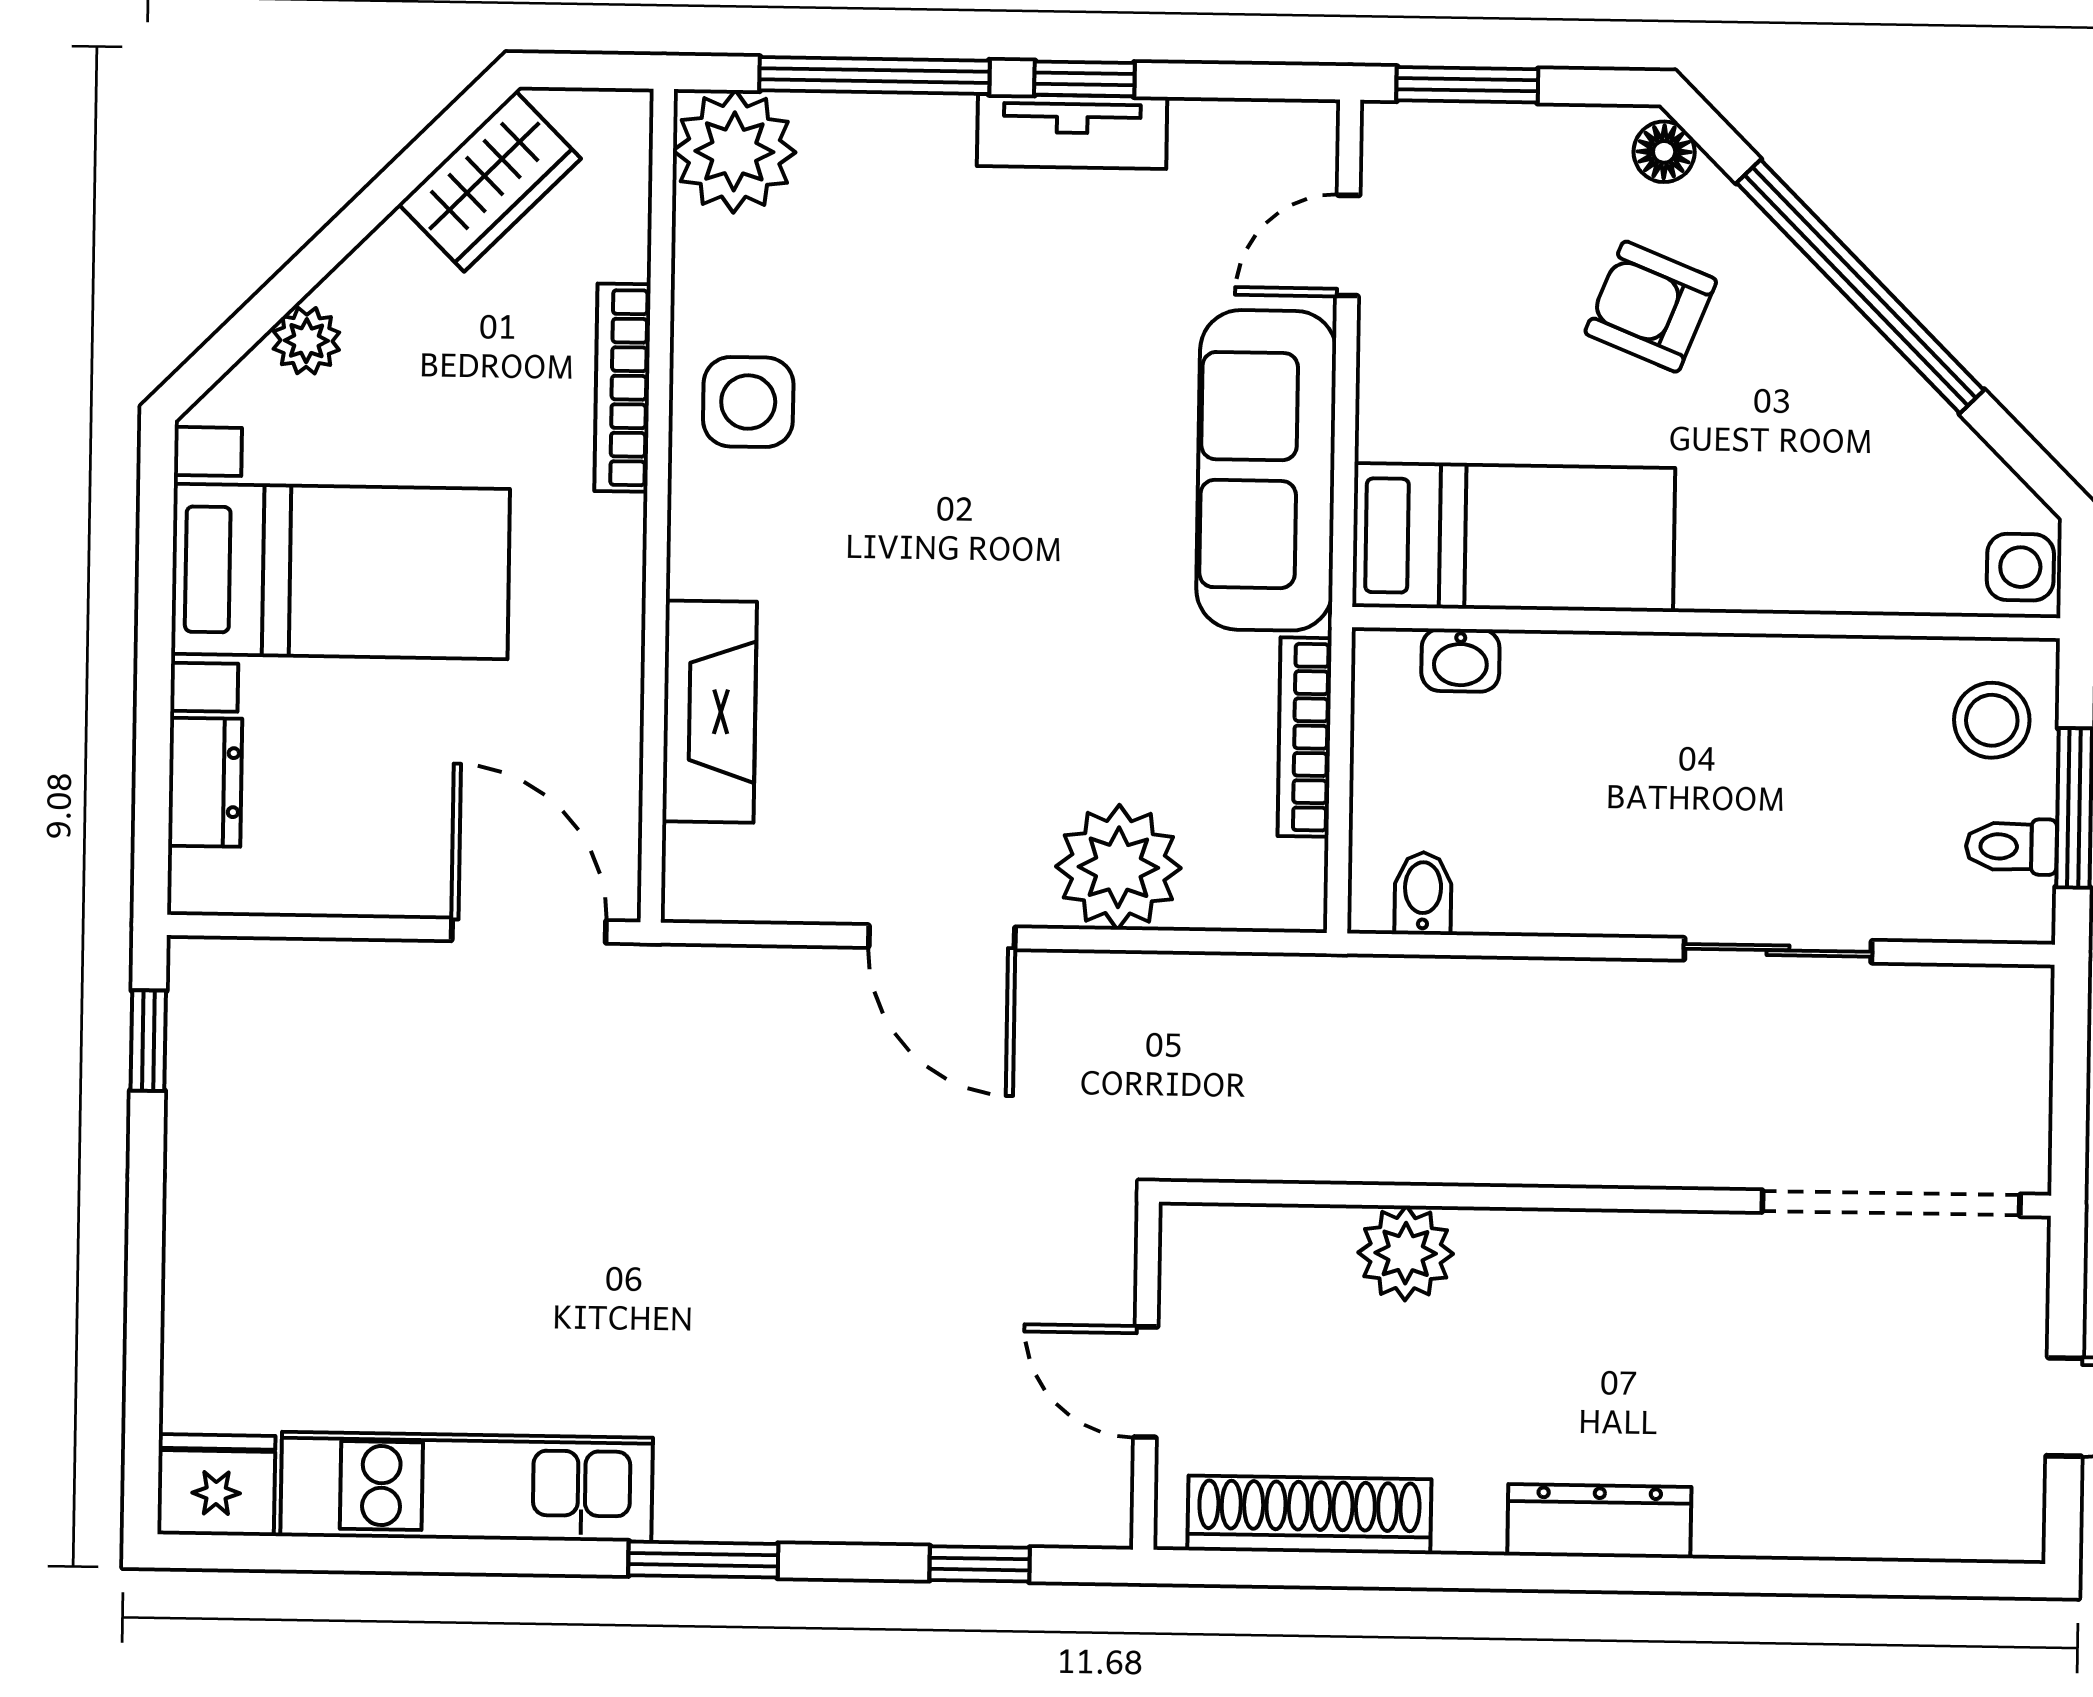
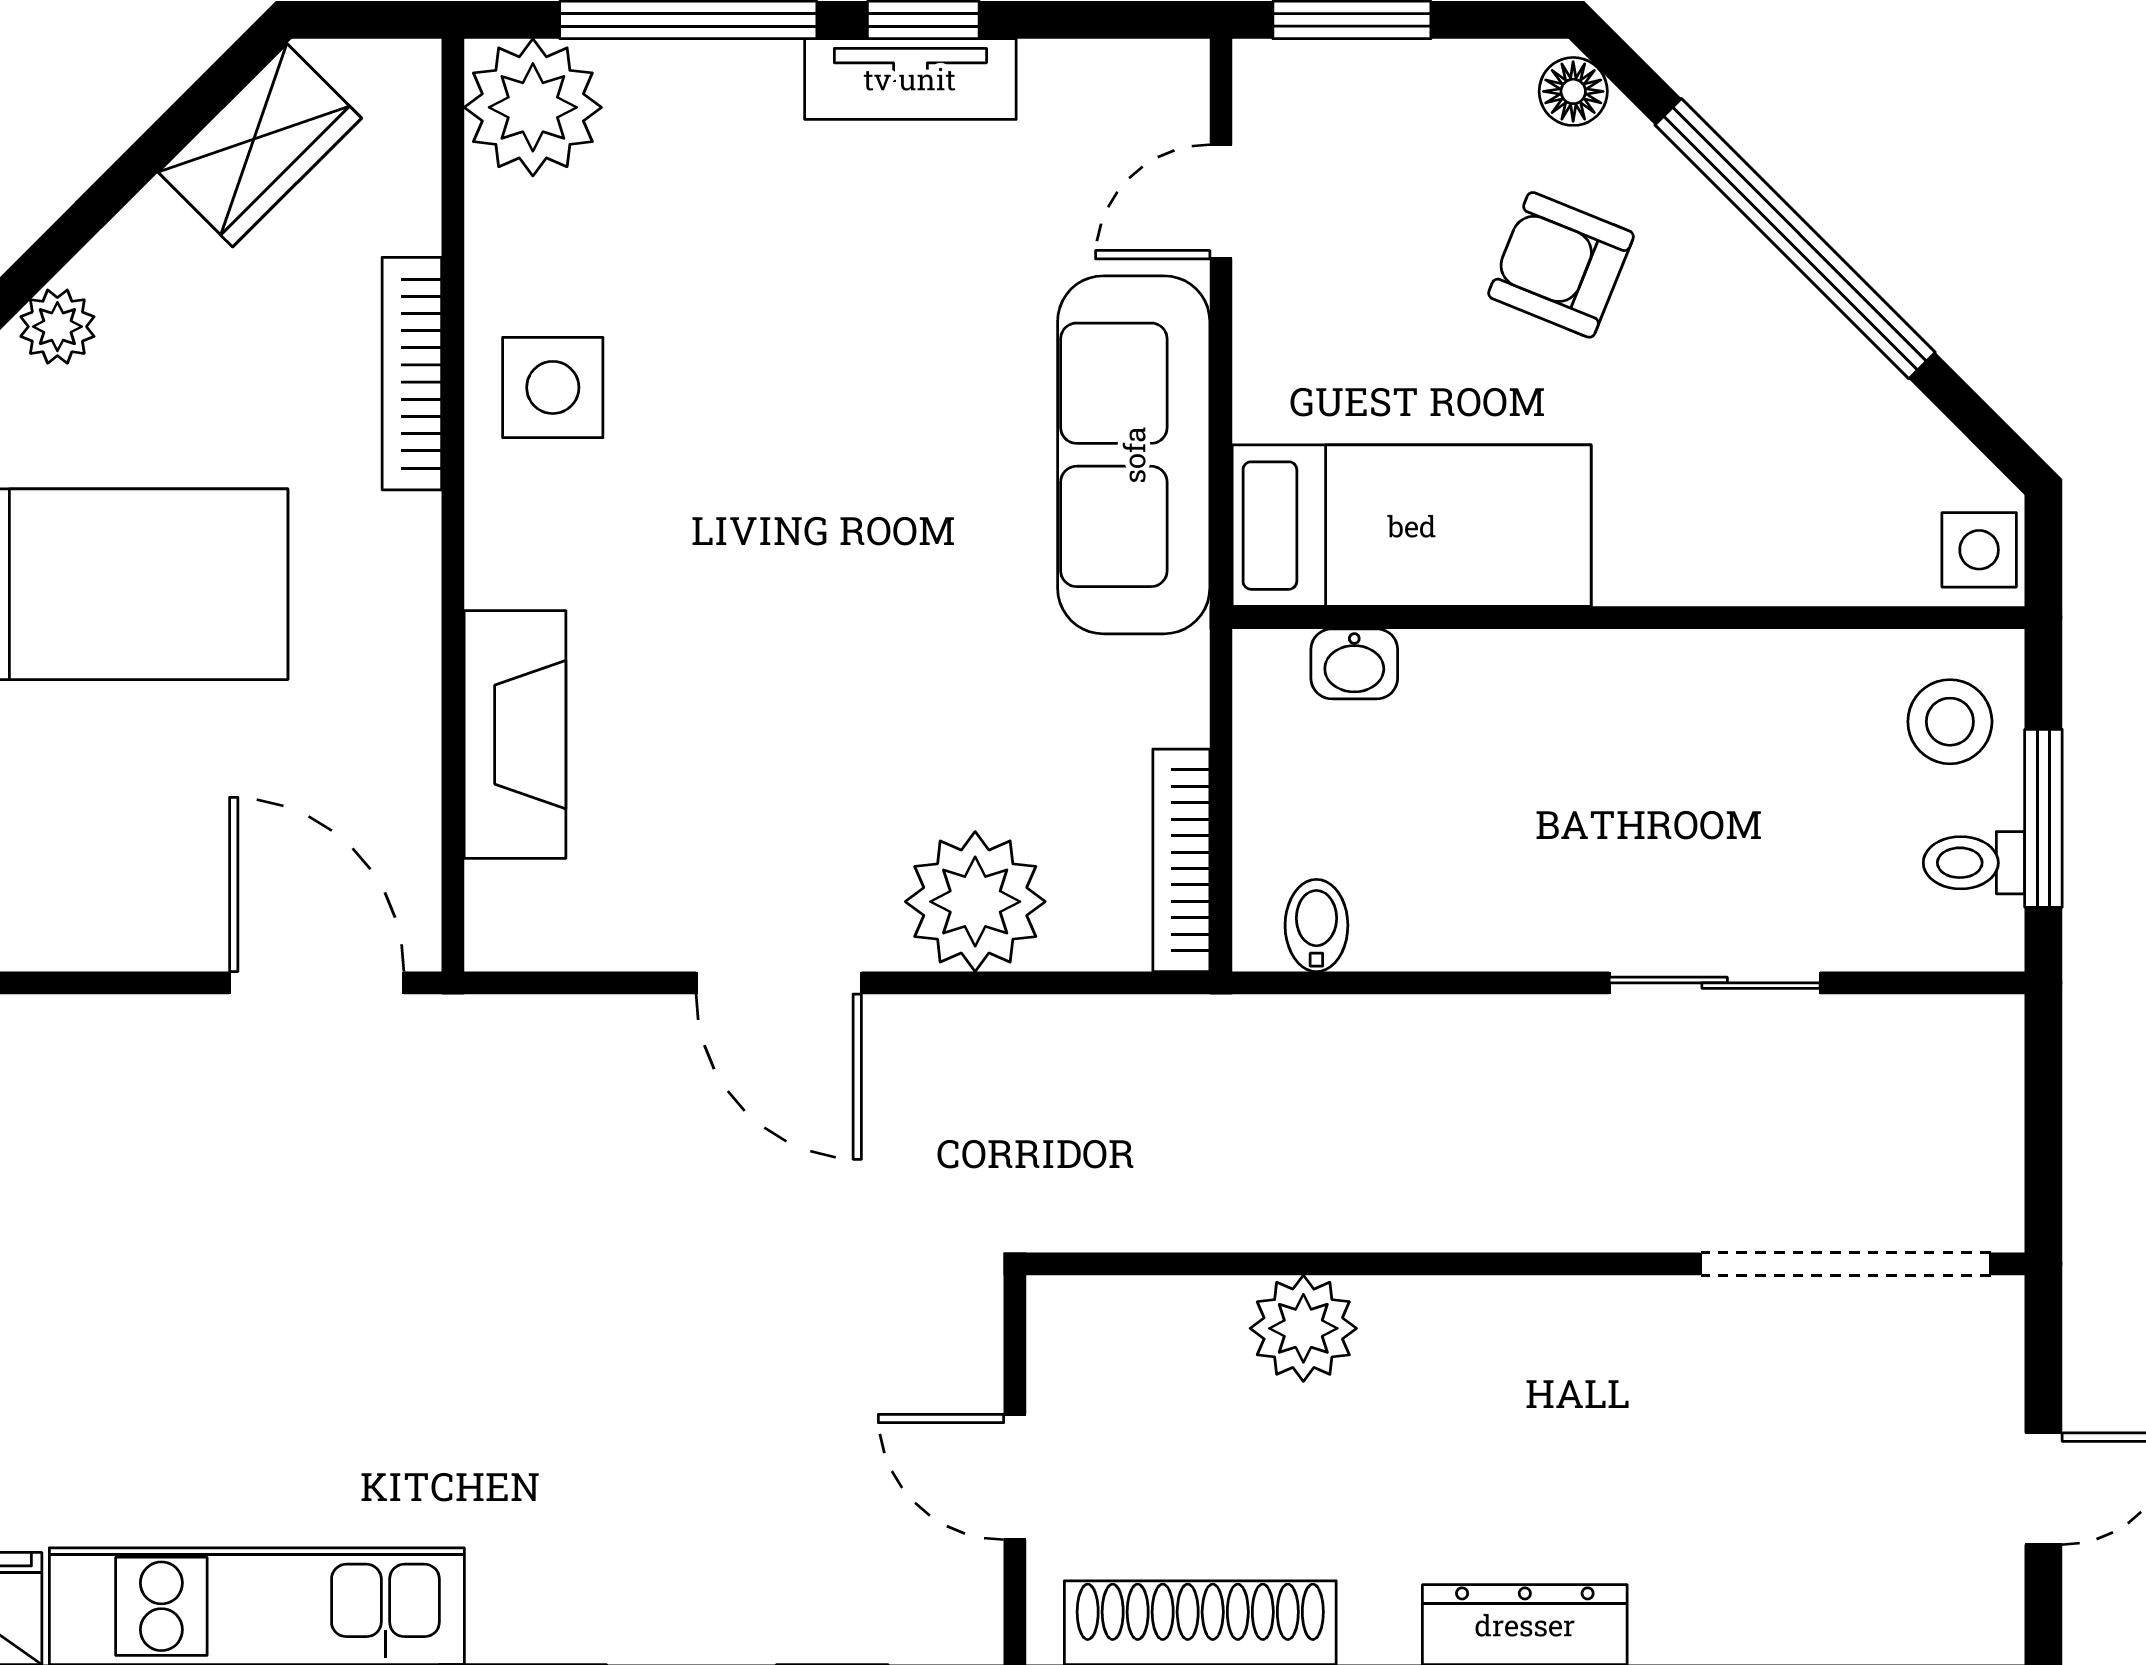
bookcase: (1305, 737) -> (1181, 860), moved

